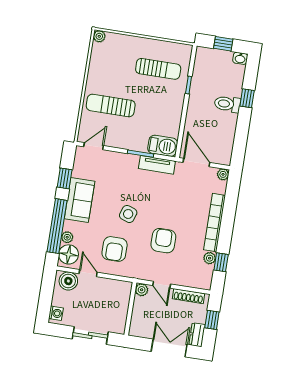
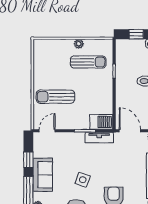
plant: (99, 36) -> (79, 44), moved

